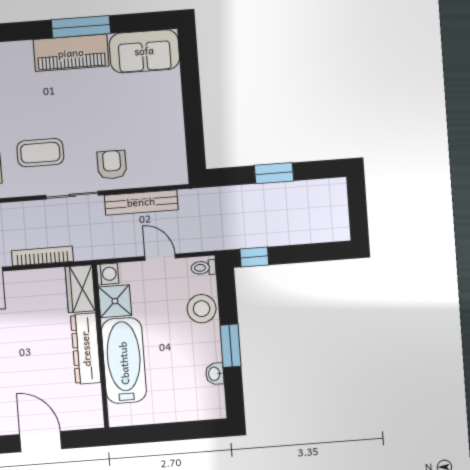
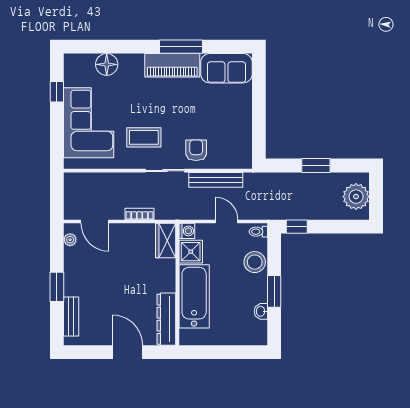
plant: (331, 211) -> (356, 197), added
bookcase: (42, 256) -> (139, 214), width x0.64
dresser: (86, 349) -> (166, 319), moved

